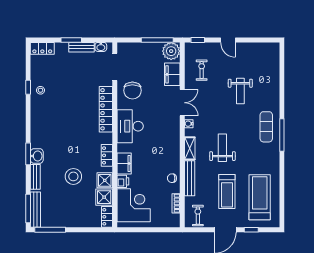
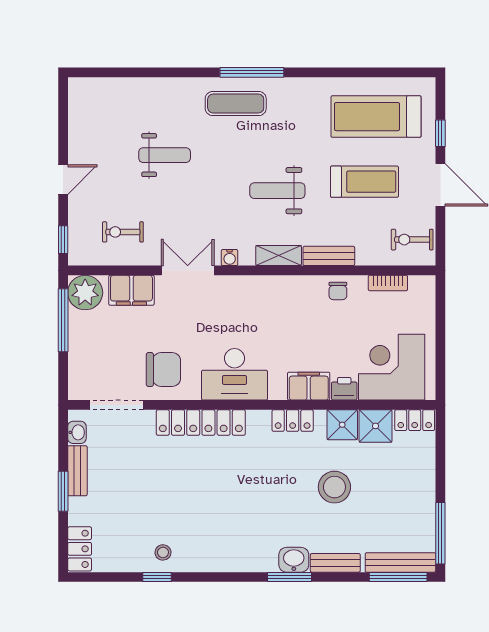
bench: (190, 178) -> (329, 256), width x0.73

